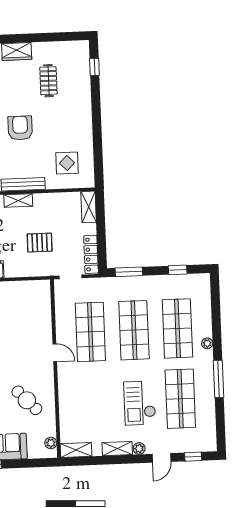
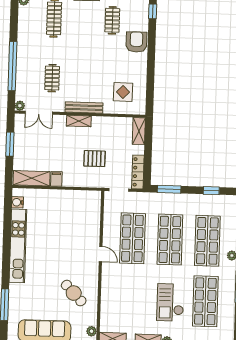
armchair: (20, 128) -> (136, 42), moved

